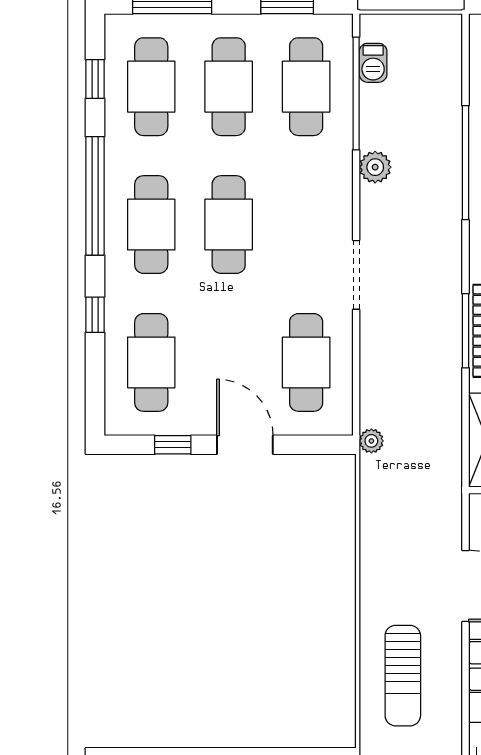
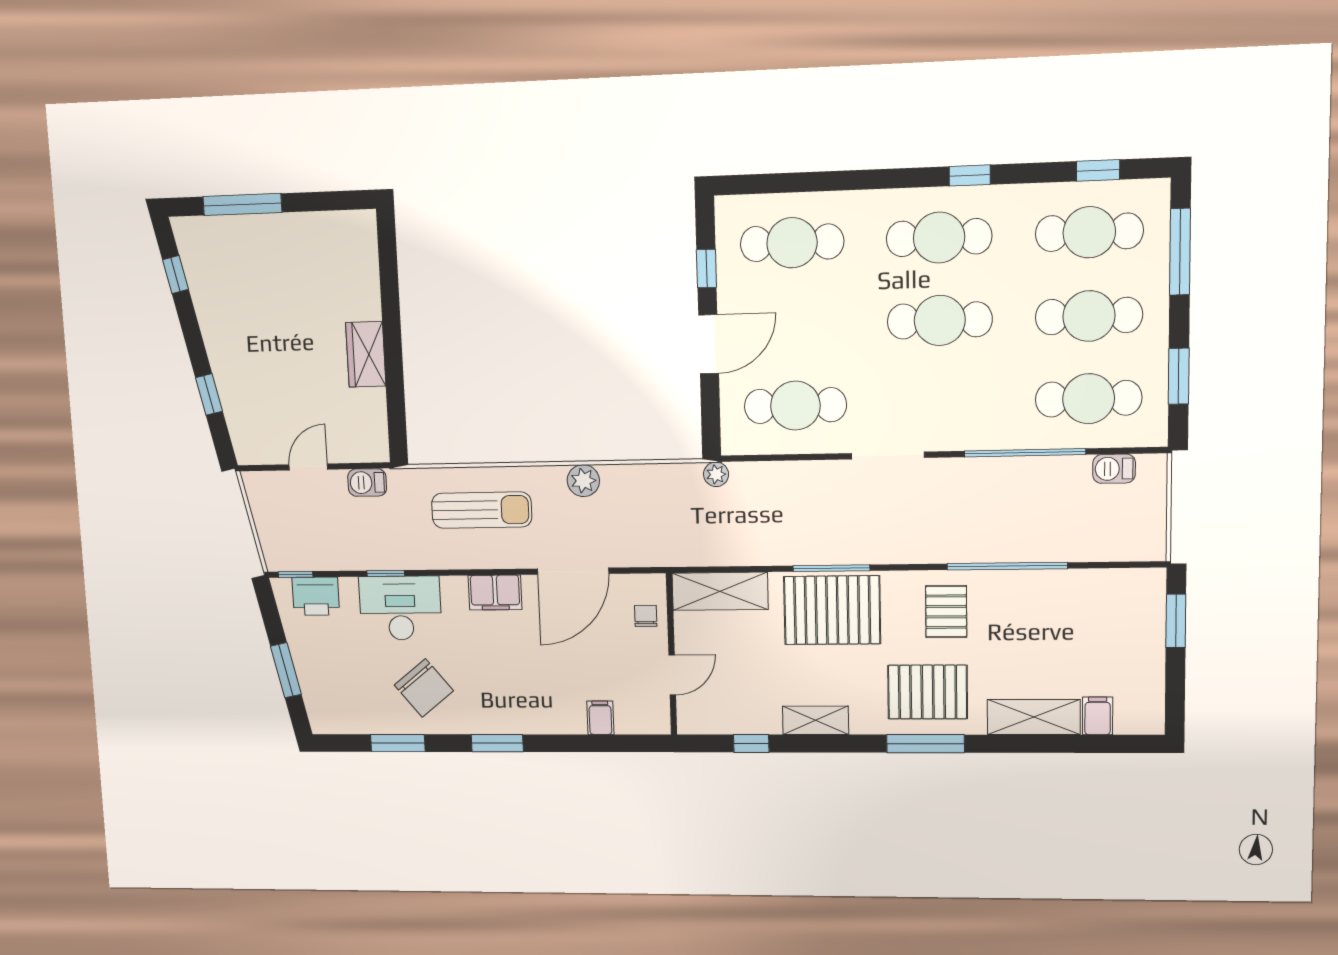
window: (356, 93) -> (1025, 453), moved
plant: (375, 167) -> (583, 481), moved
window: (95, 196) -> (970, 176), width x0.32
window: (95, 315) -> (841, 181), removed
sun lounger: (403, 676) -> (482, 510), turned 180

